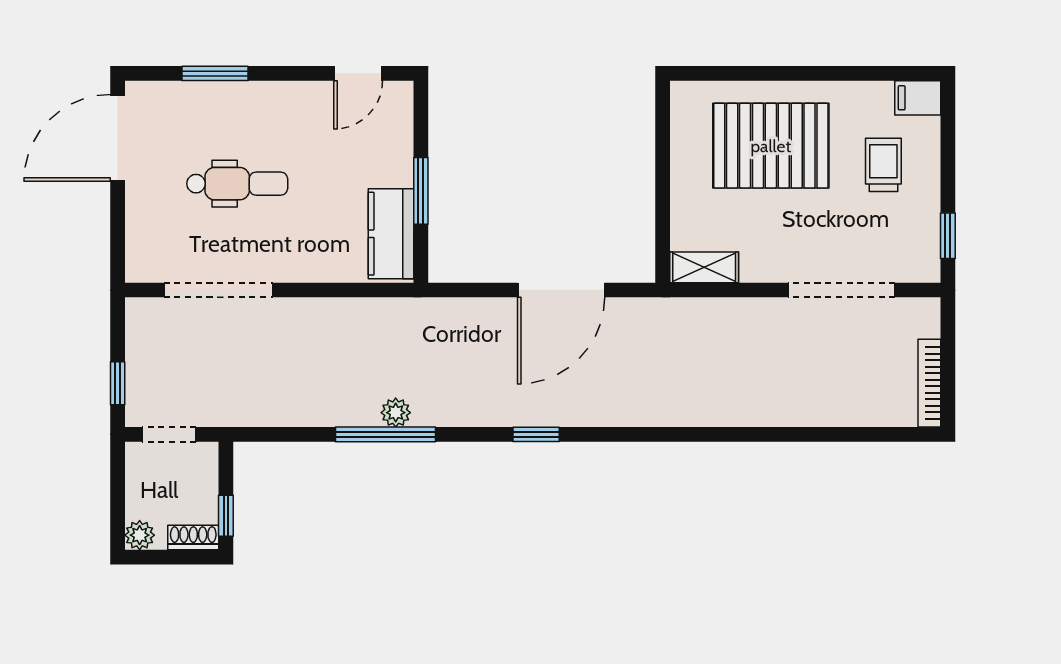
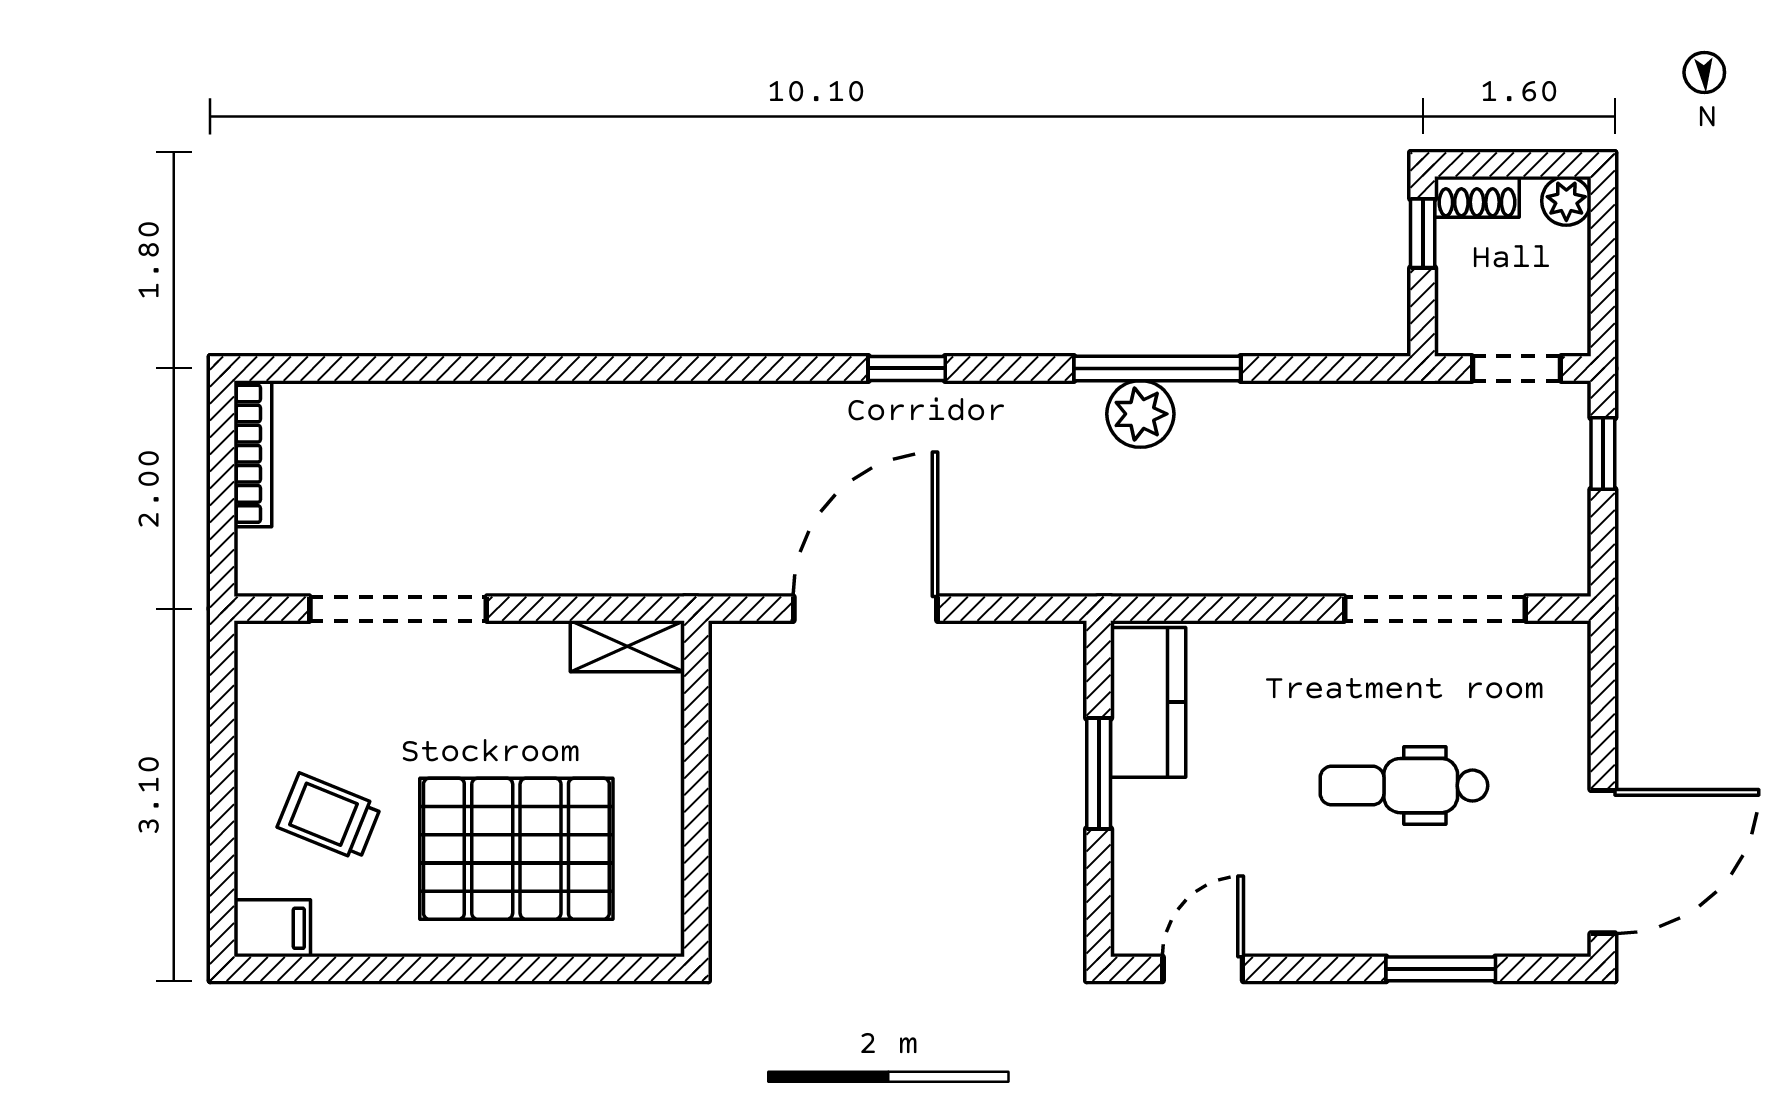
trolley: (883, 165) -> (329, 817), turned 112
window: (948, 236) -> (222, 699), removed
plant: (396, 413) -> (1140, 414), width x1.38, depth x1.38

